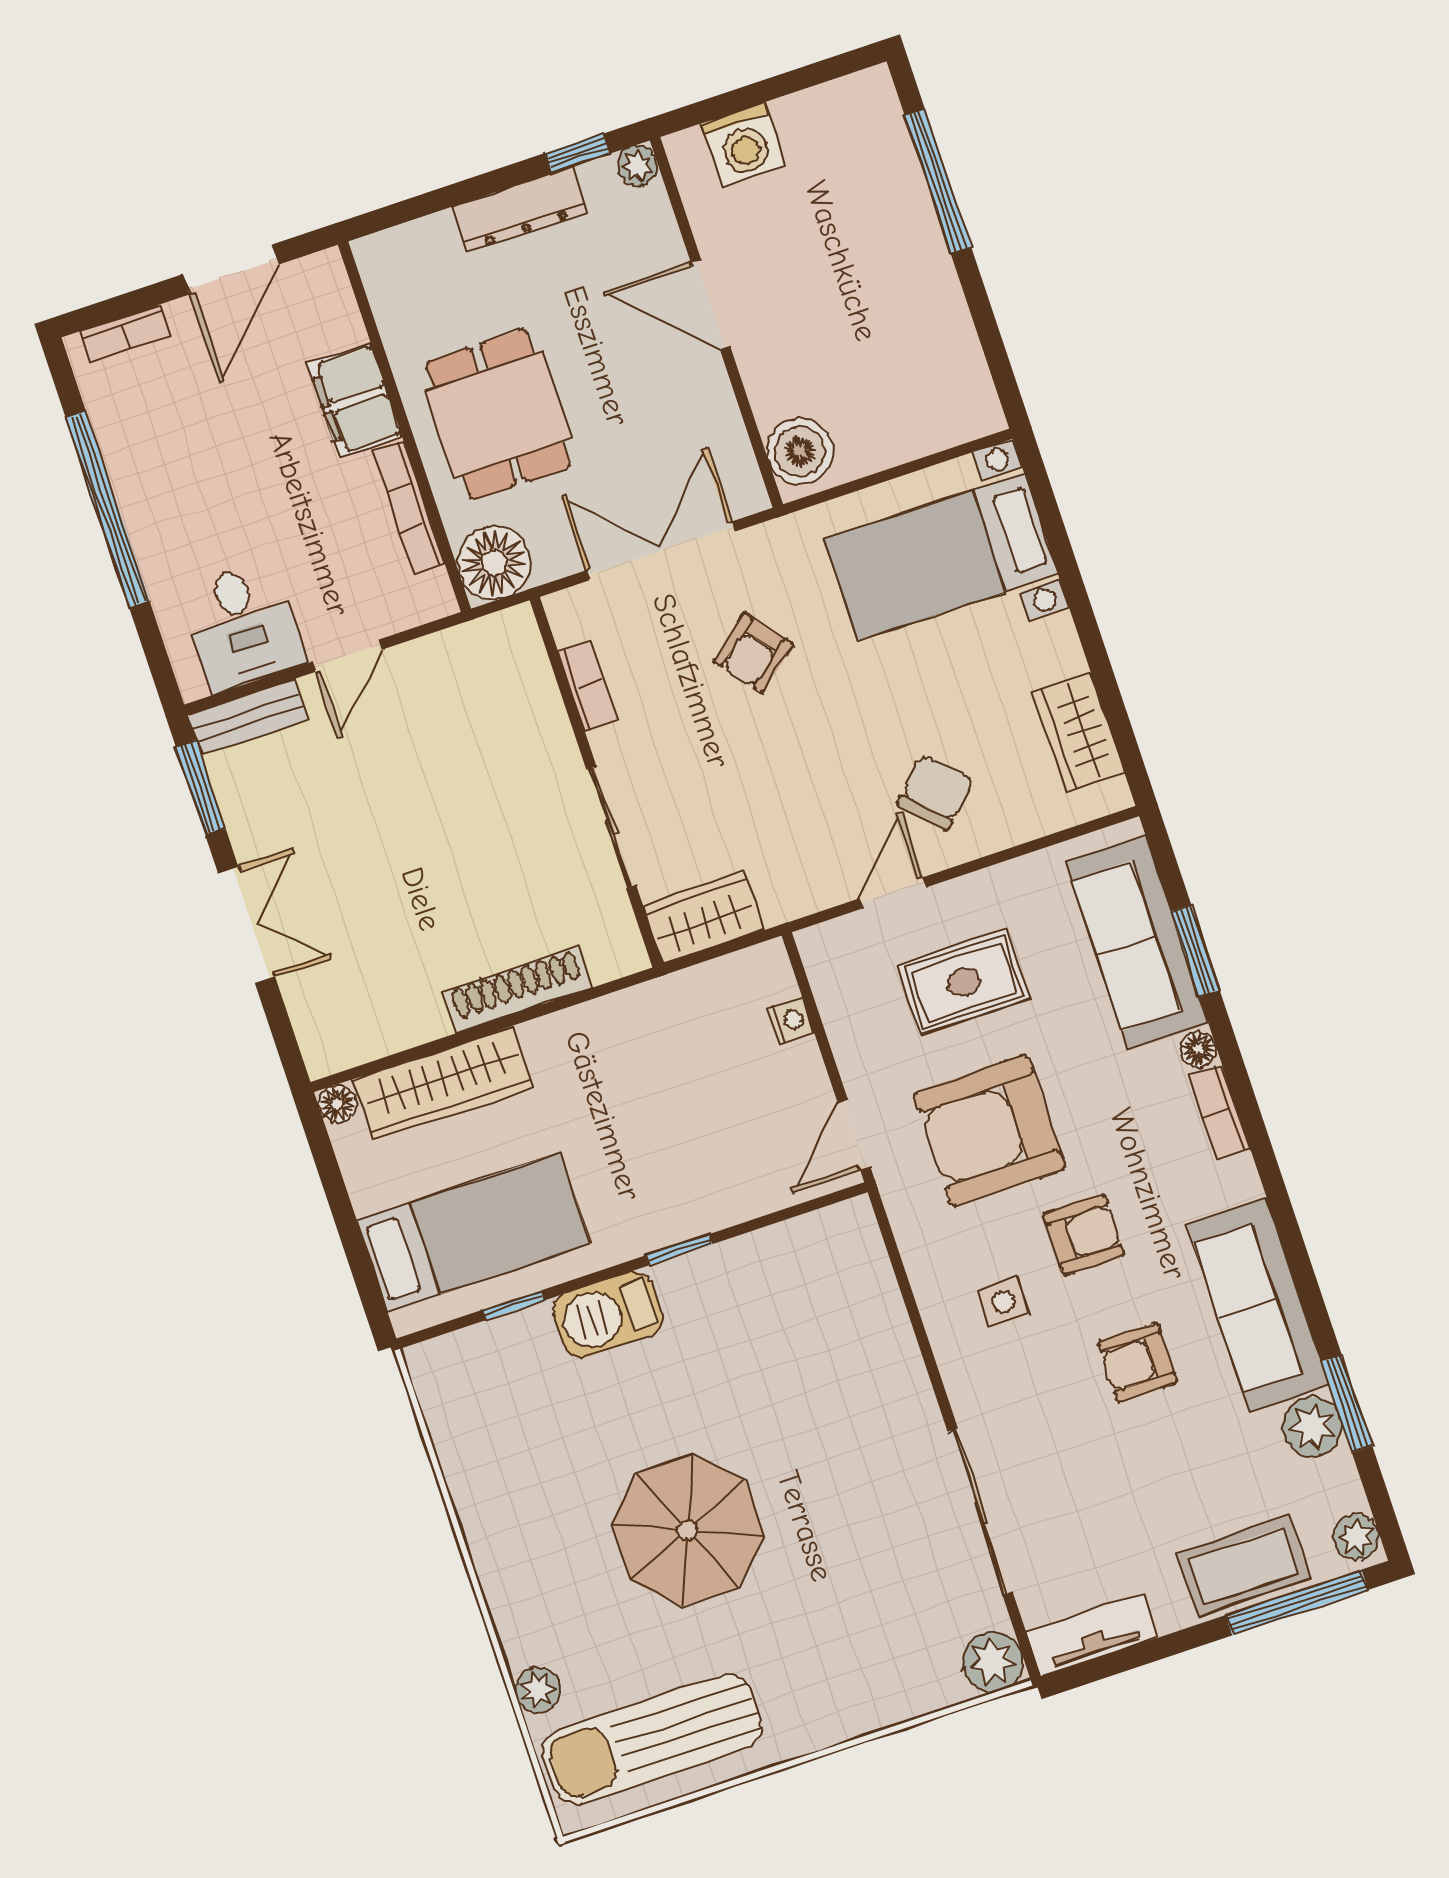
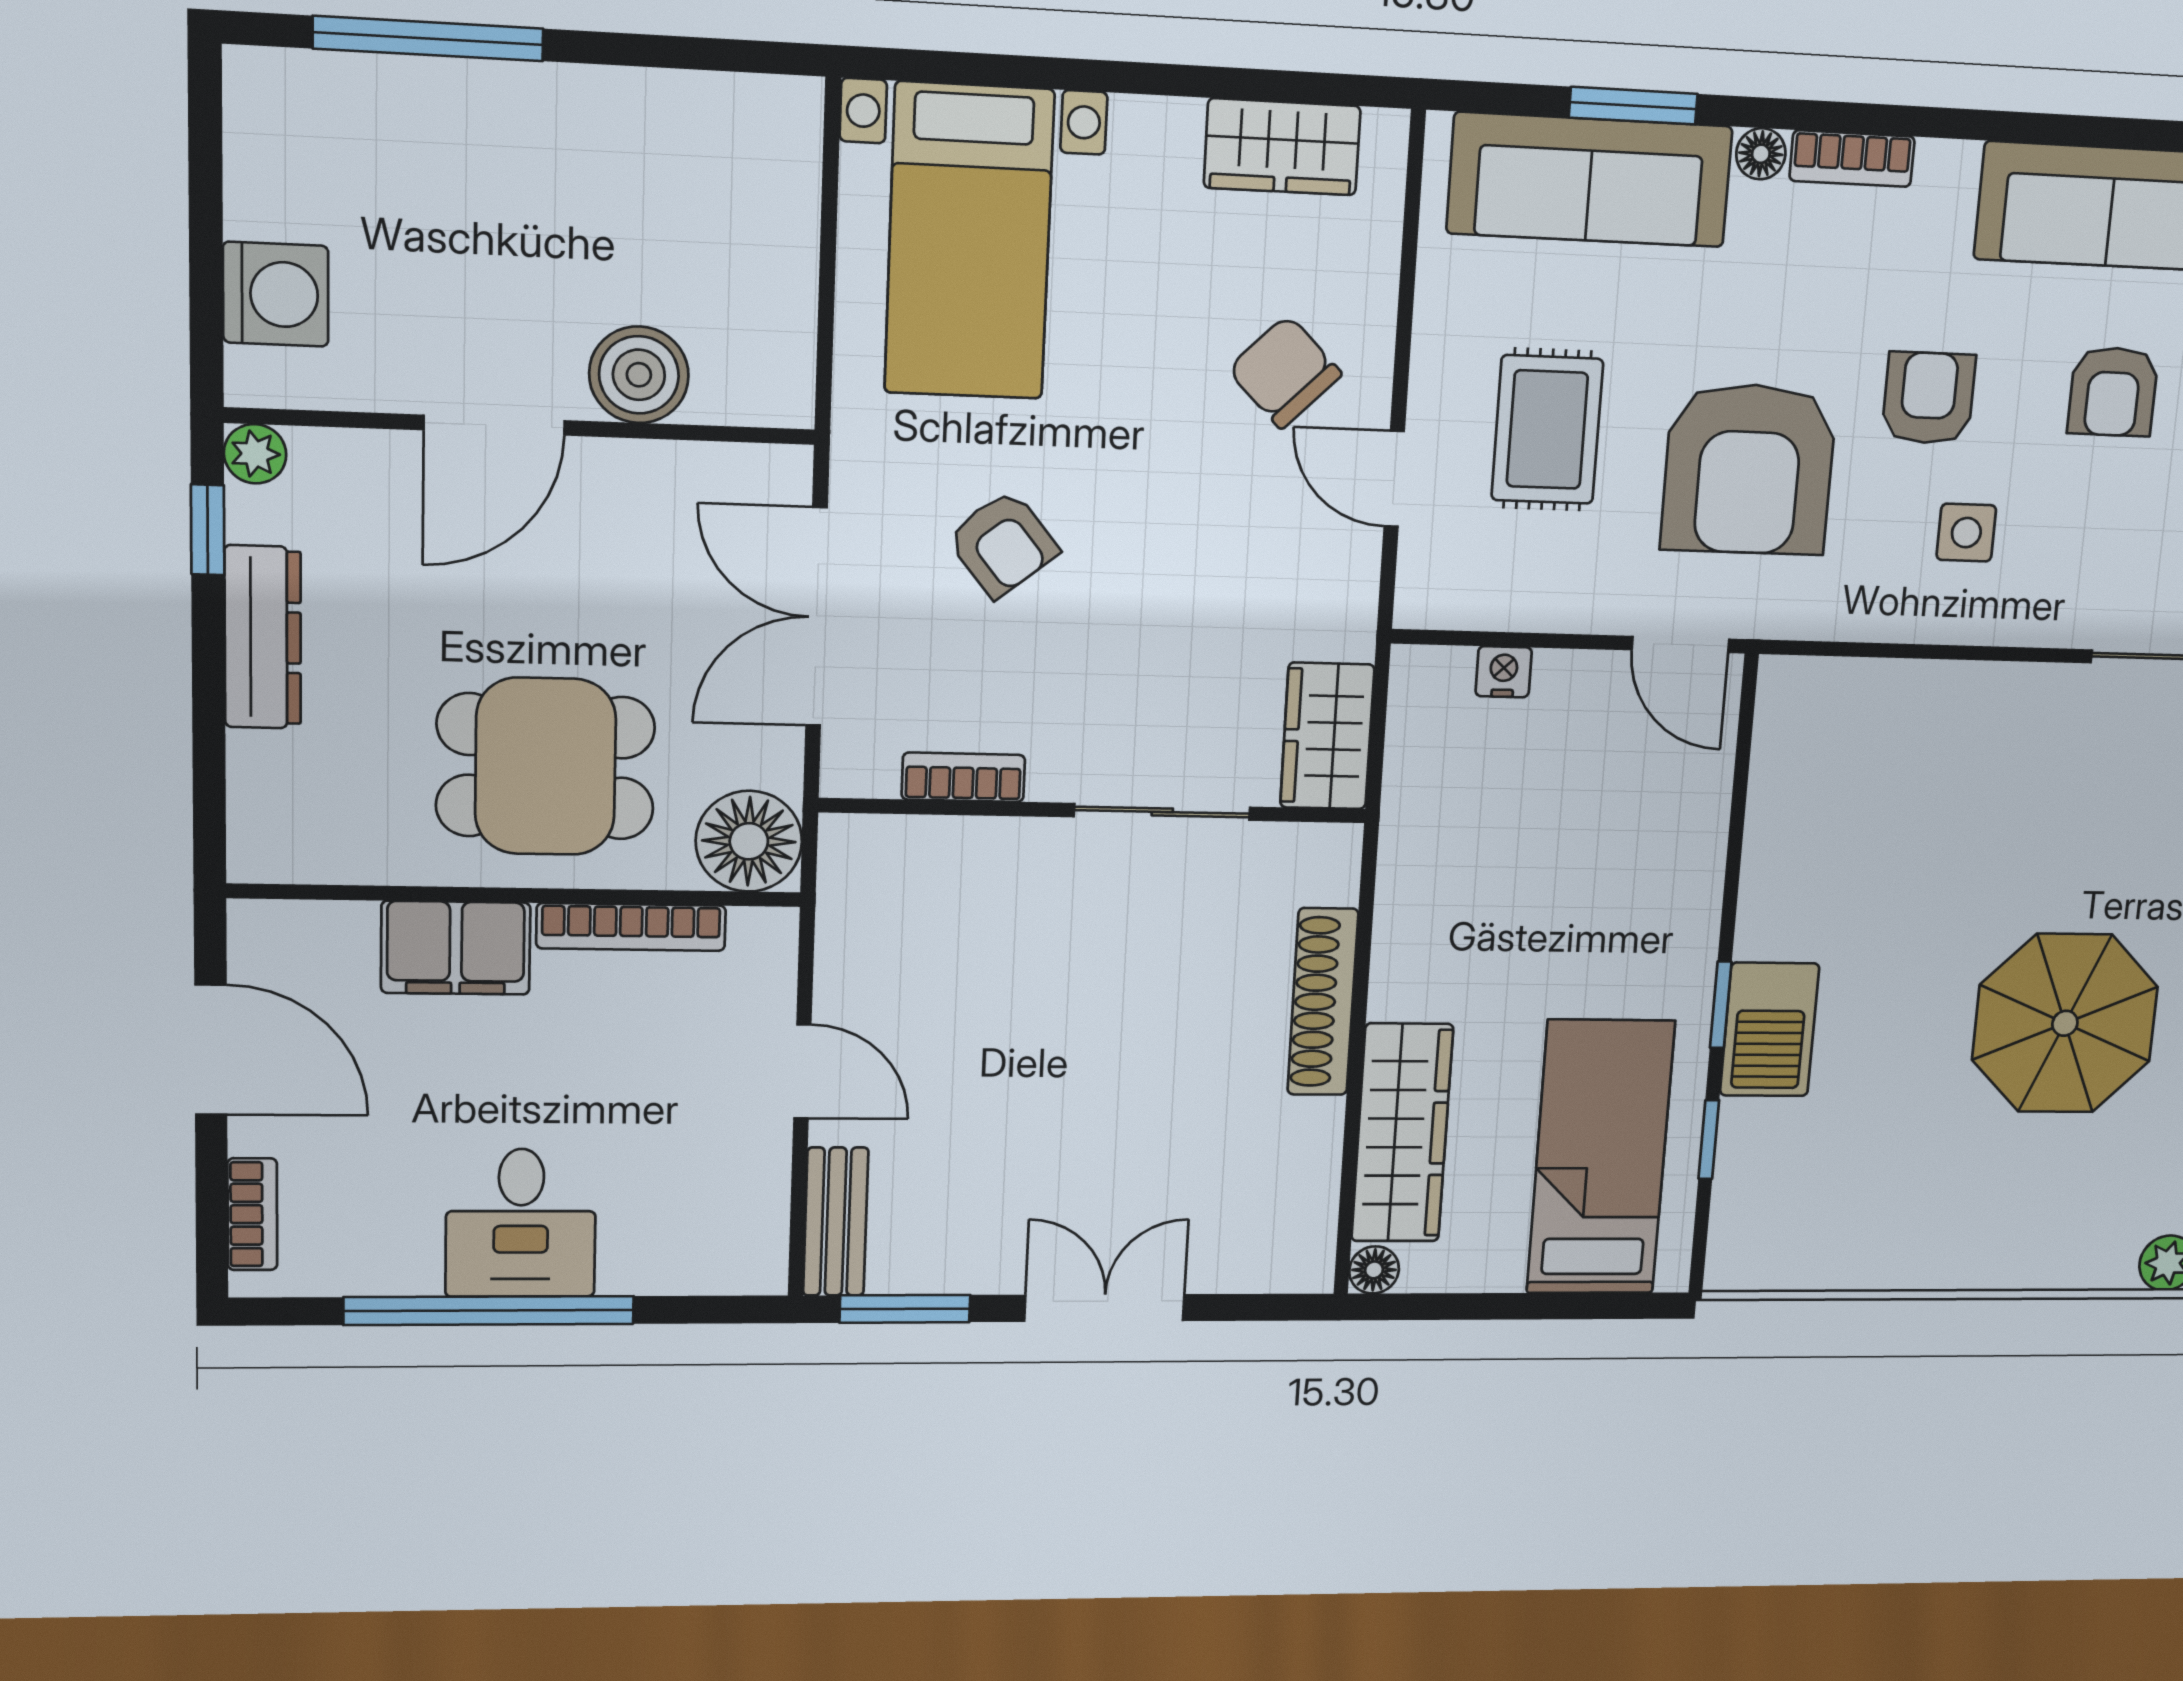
boiler: (800, 451) -> (639, 375), moved
desk: (243, 626) -> (521, 1223), moved, turned 90
window: (679, 1250) -> (1721, 1005), moved

